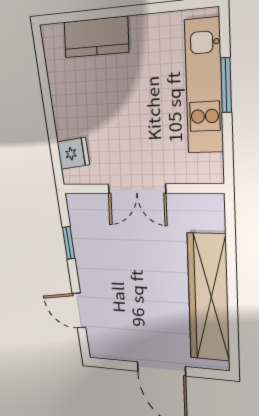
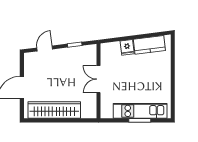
kitchen counter: (96, 37) -> (149, 45), moved, turned -97
fridge: (73, 153) -> (127, 47), moved

